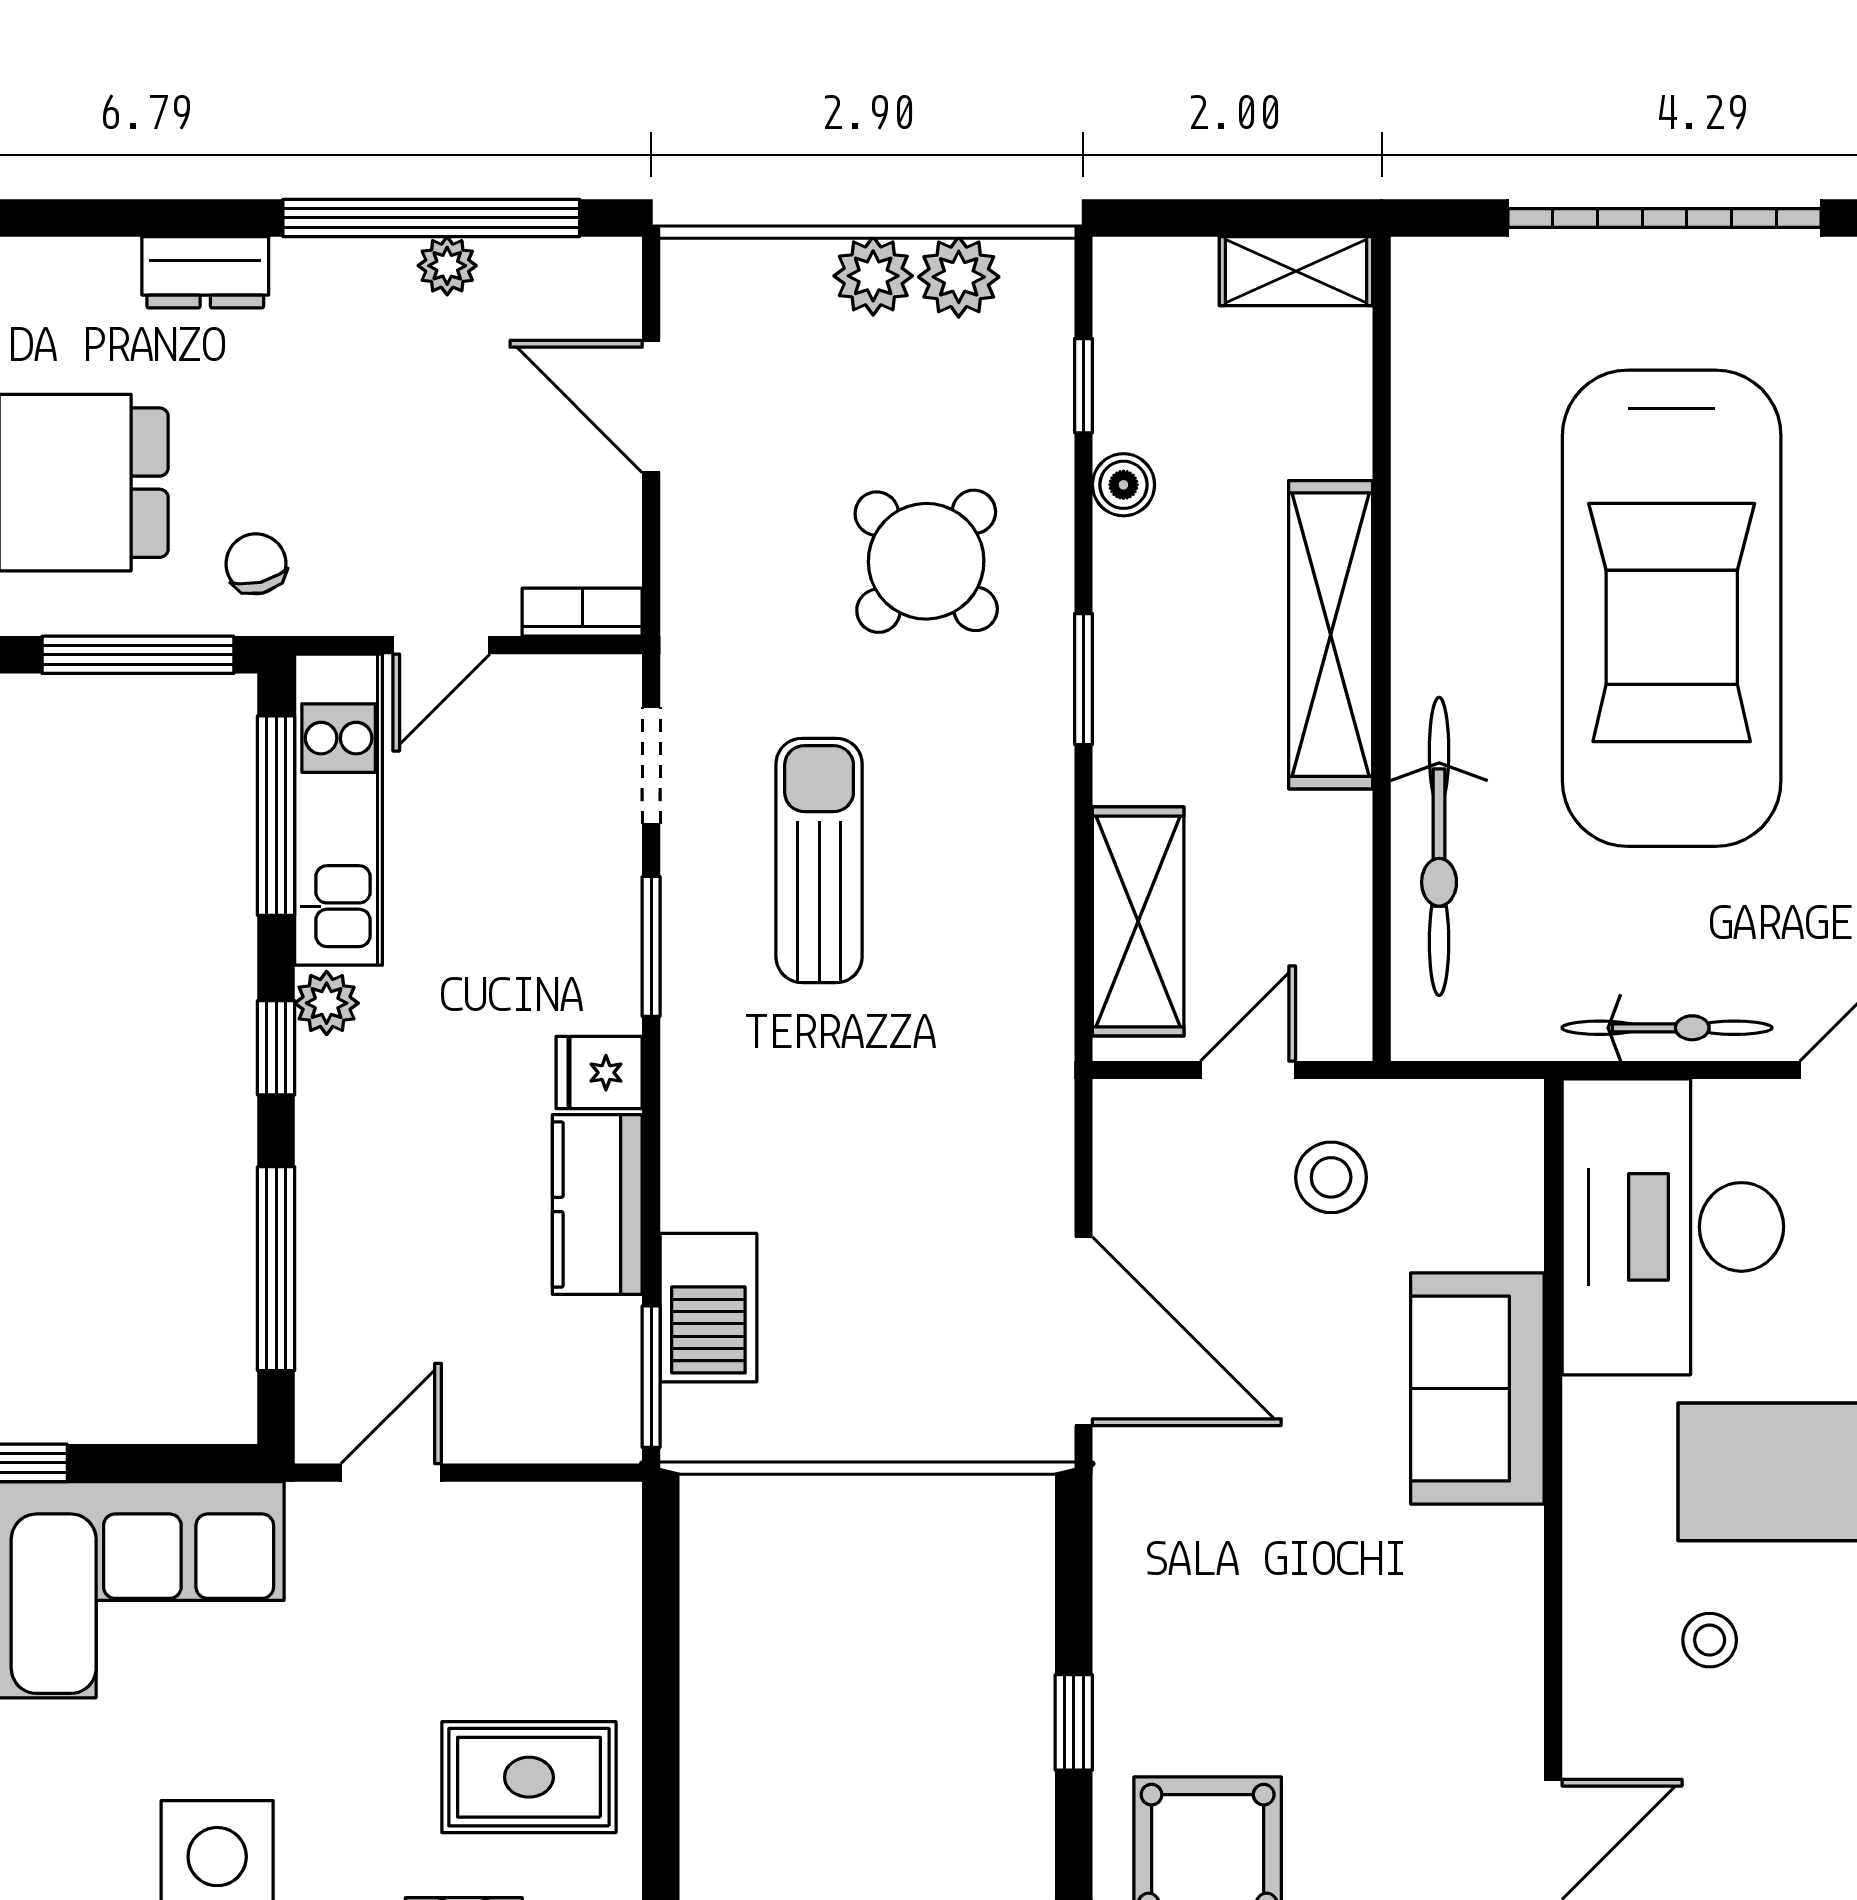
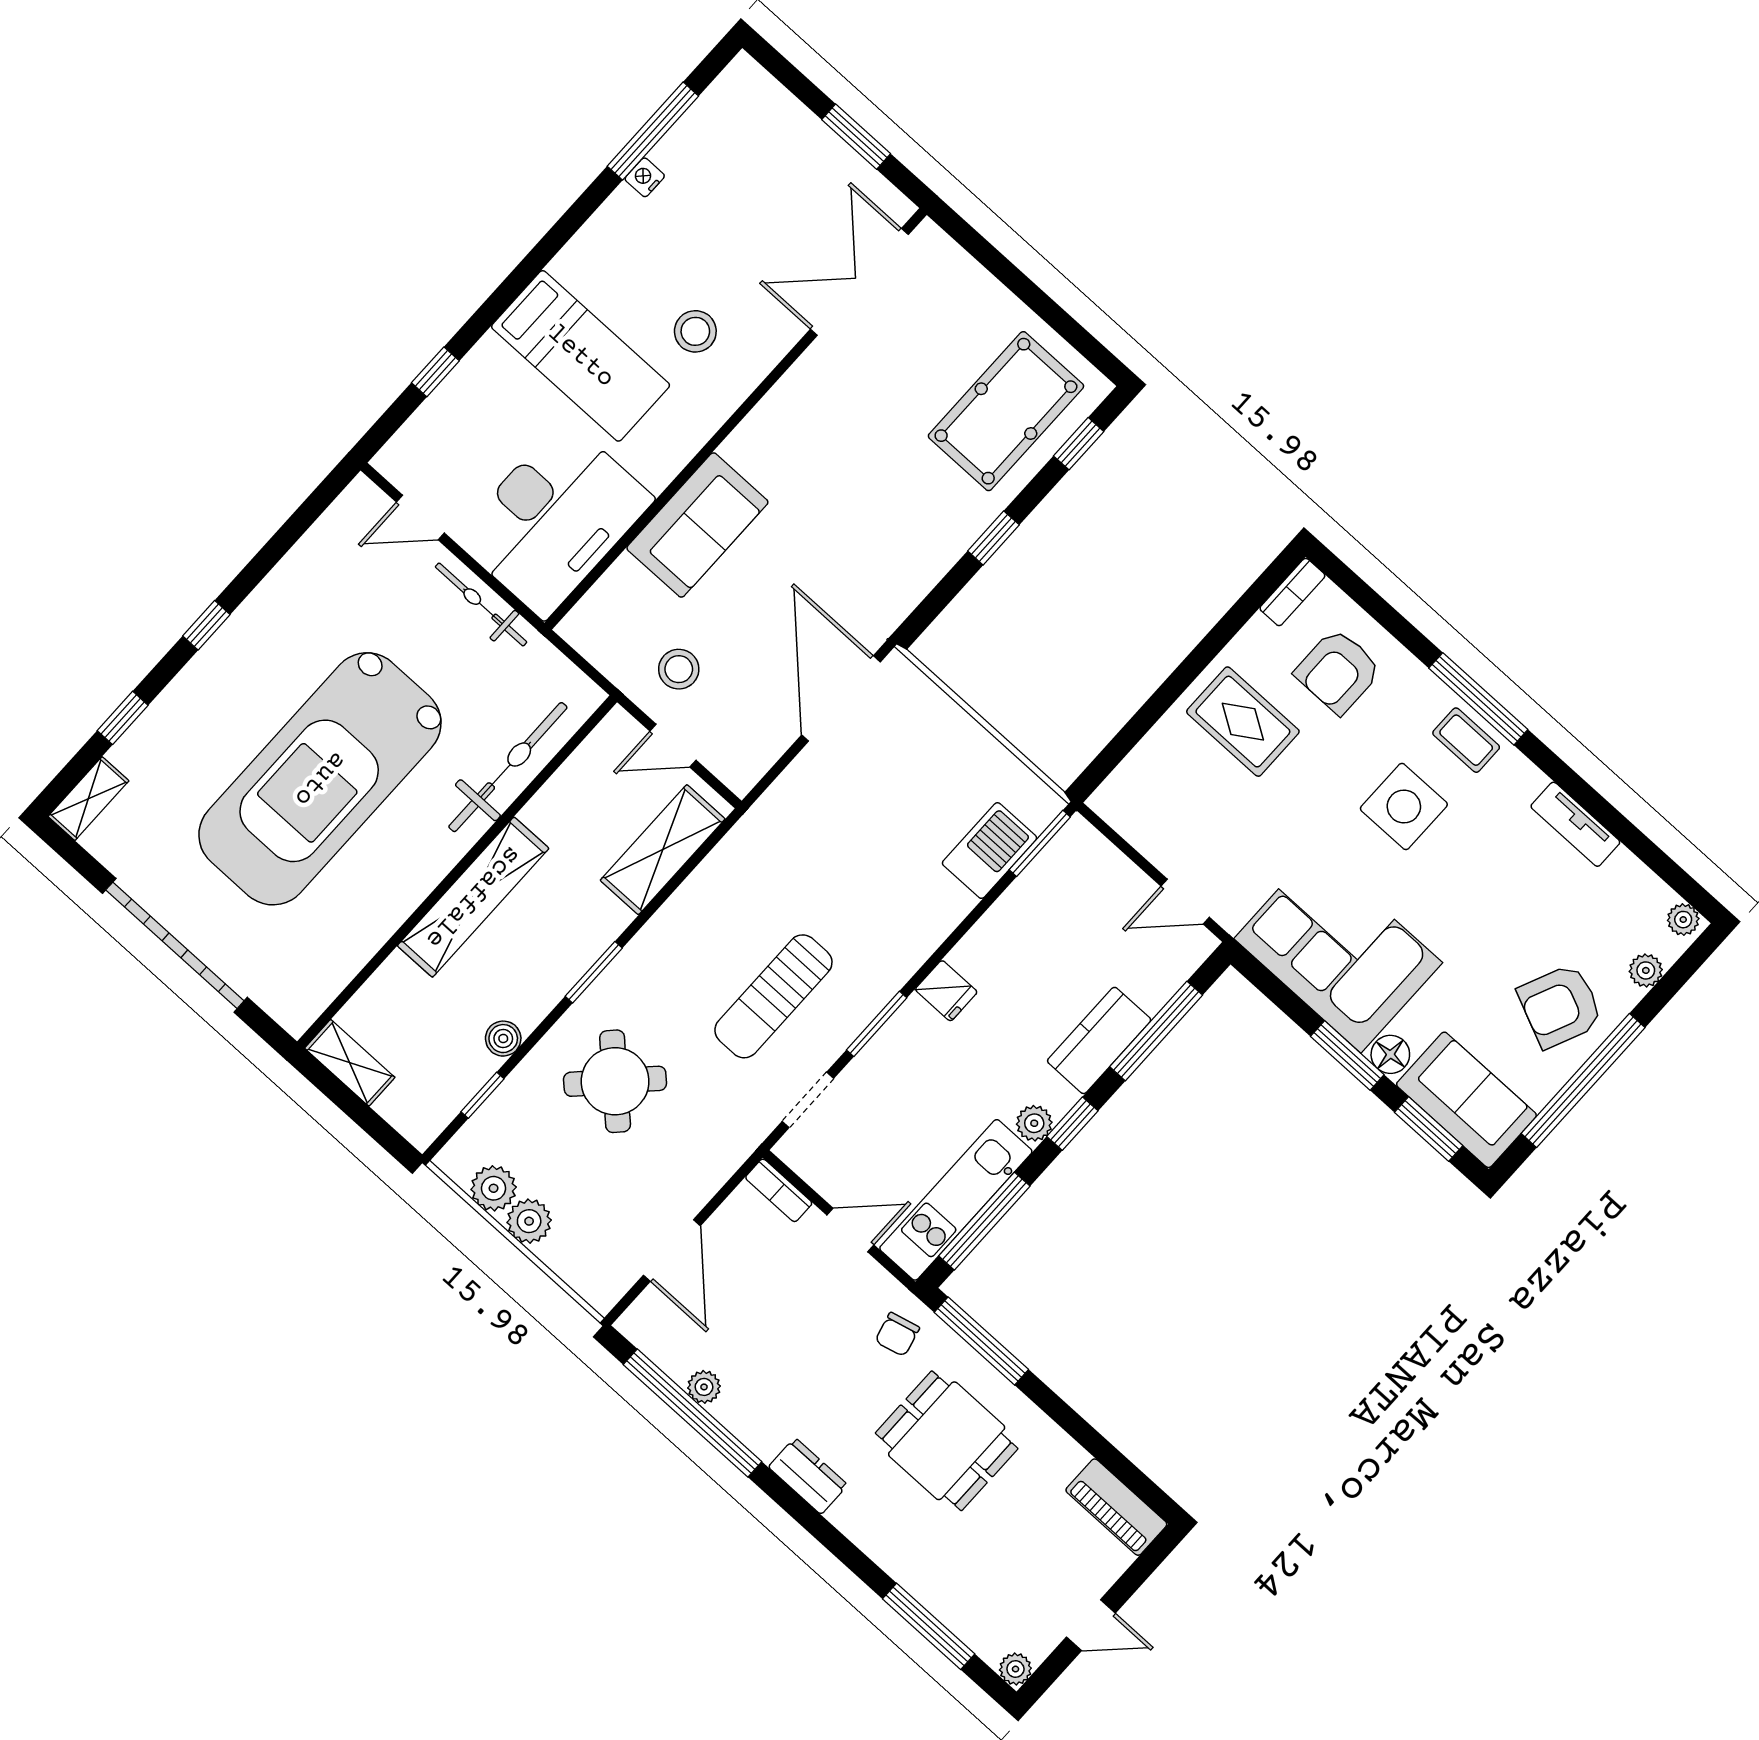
car: (1672, 608) -> (320, 779), turned 180
kitchen counter: (597, 1204) -> (1099, 1040), moved, turned 180
stool: (1710, 1640) -> (695, 331), width x1.37, depth x1.37

